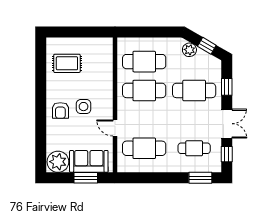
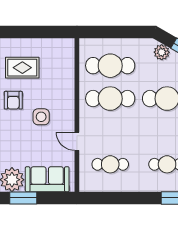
armchair: (60, 110) -> (13, 100), moved
cafe table: (144, 148) -> (110, 164), width x0.73, depth x0.74
window: (86, 178) -> (23, 198), moved

